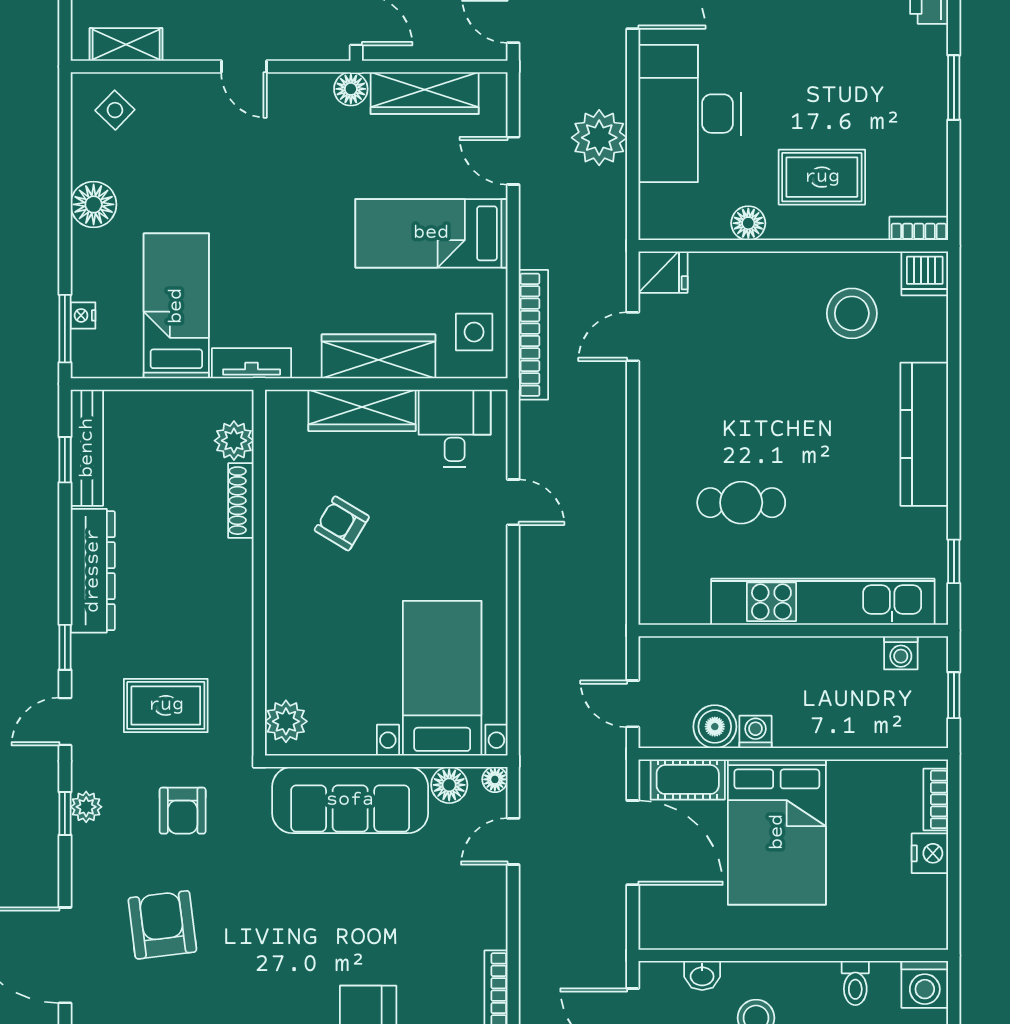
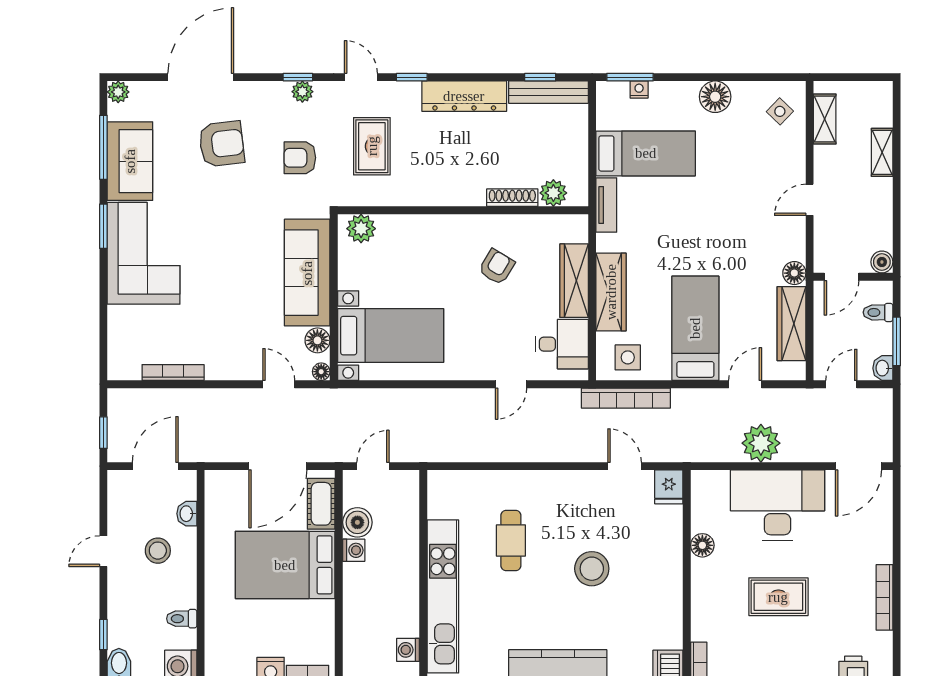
rug: (822, 177) -> (778, 597), moved, turned 90
stool: (852, 313) -> (592, 569), moved

